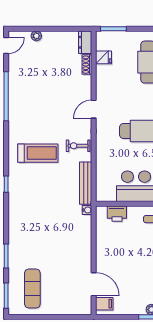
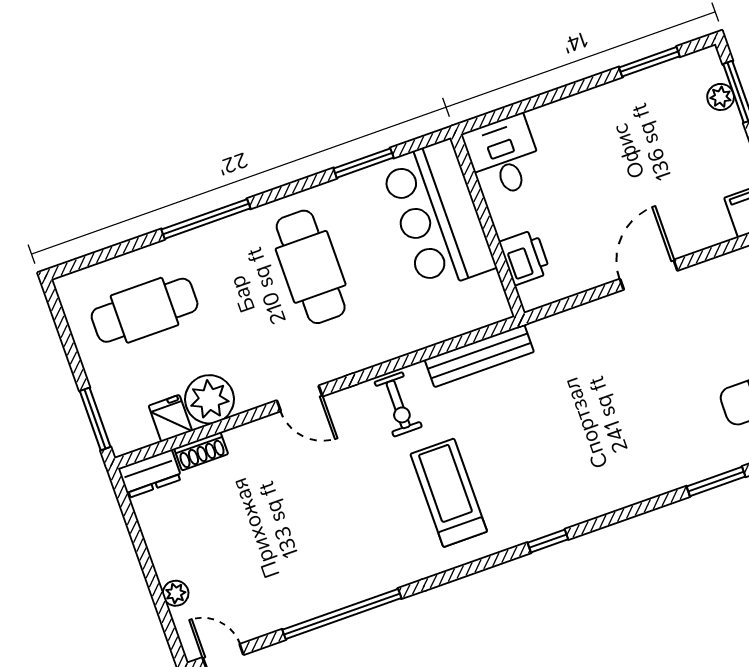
plant: (105, 75) -> (209, 399), added
water cooler: (87, 210) -> (541, 330), removed
door: (94, 284) -> (649, 275), moved

